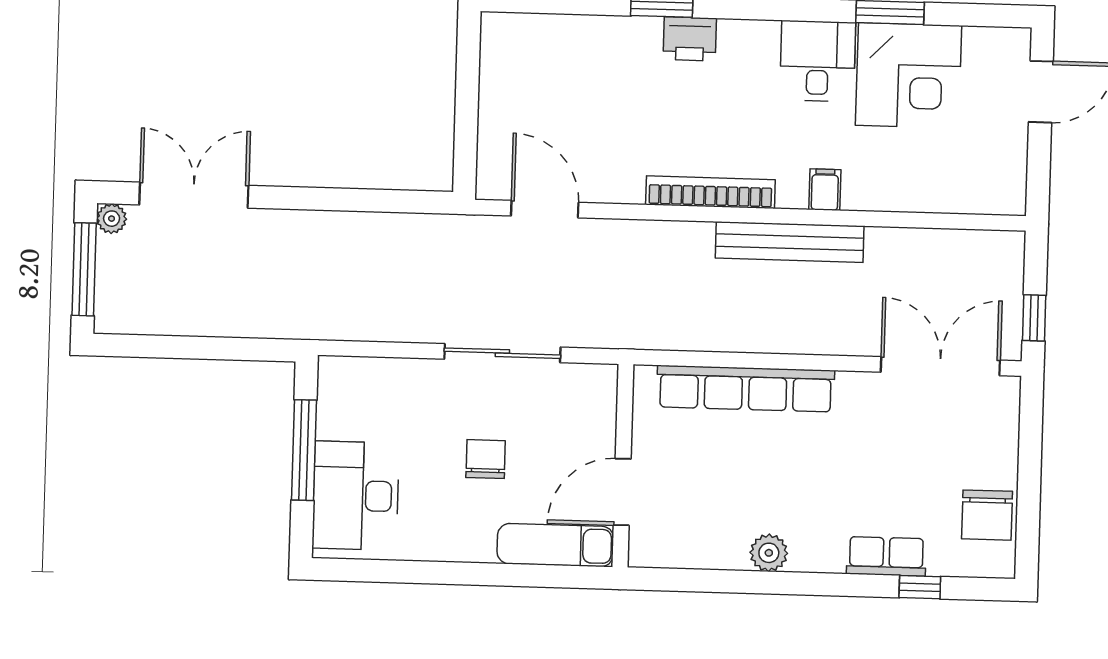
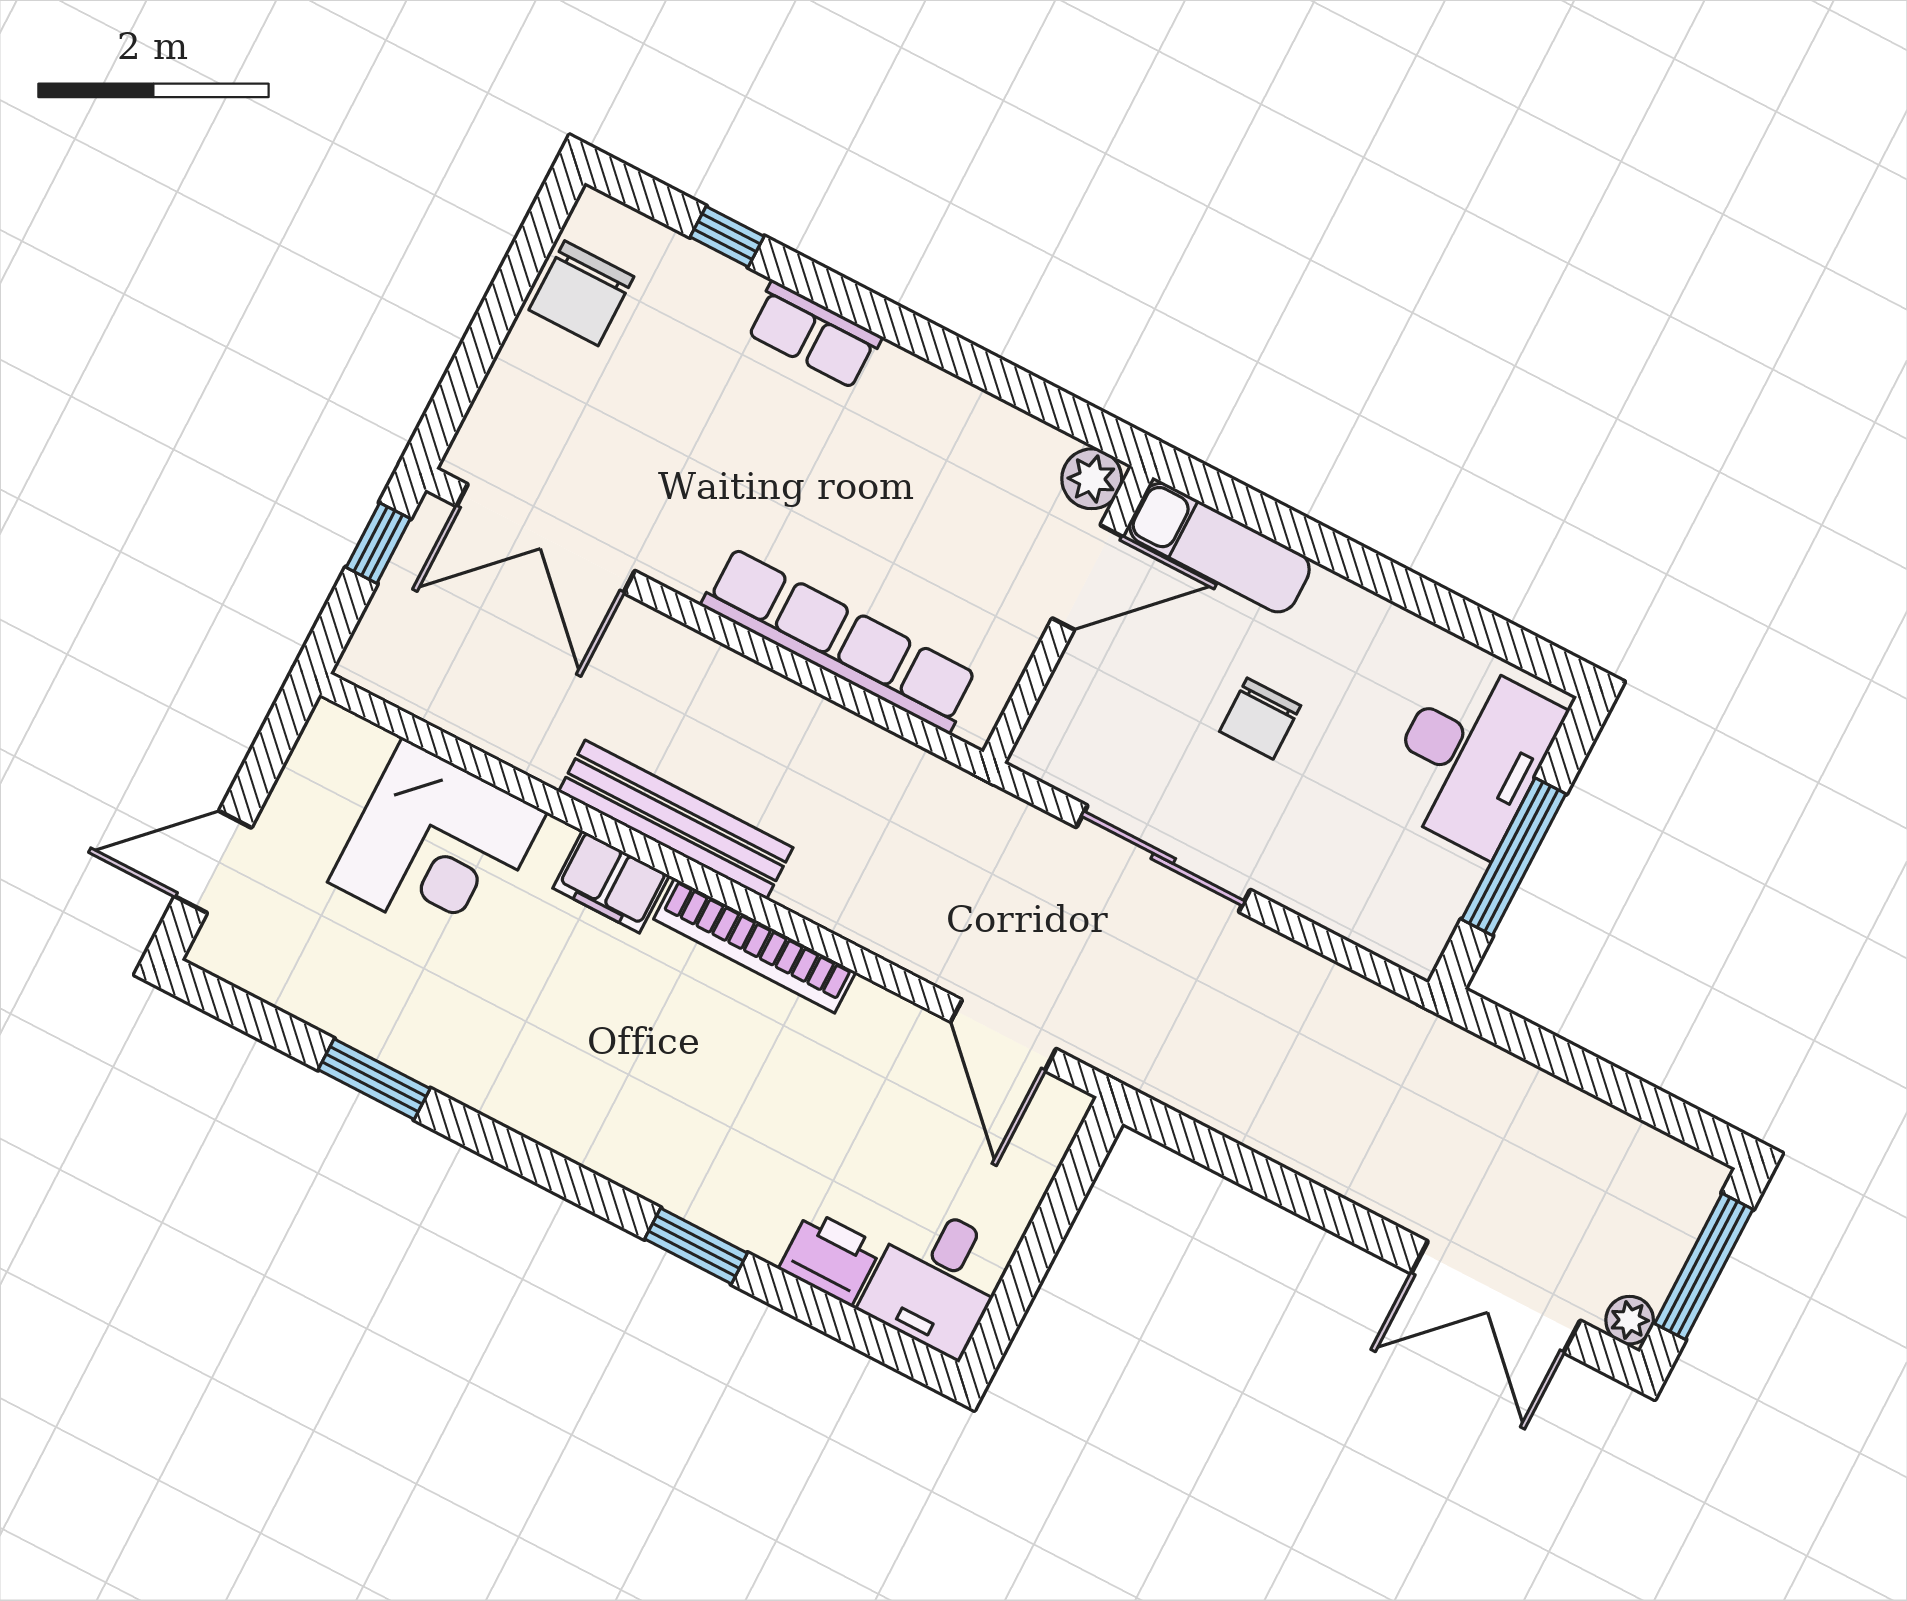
printer: (690, 39) -> (830, 1258), moved
desk: (818, 61) -> (936, 1280), moved
corner desk: (909, 75) -> (437, 847), moved, turned 180
filing cabinet: (825, 190) -> (611, 882), width x2.00
chair: (987, 515) -> (581, 293), turned 180
plant: (769, 553) -> (1092, 479), moved
row of seats: (886, 556) -> (814, 335), moved

